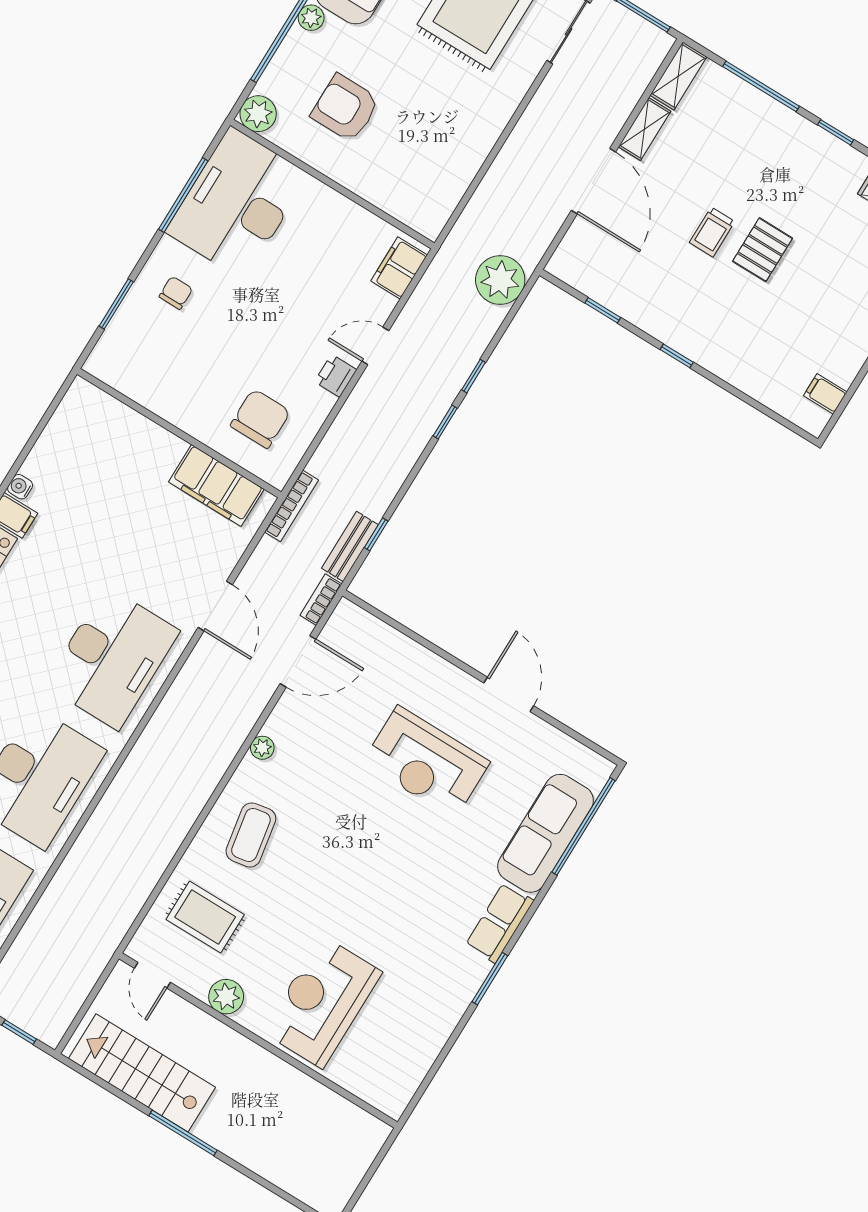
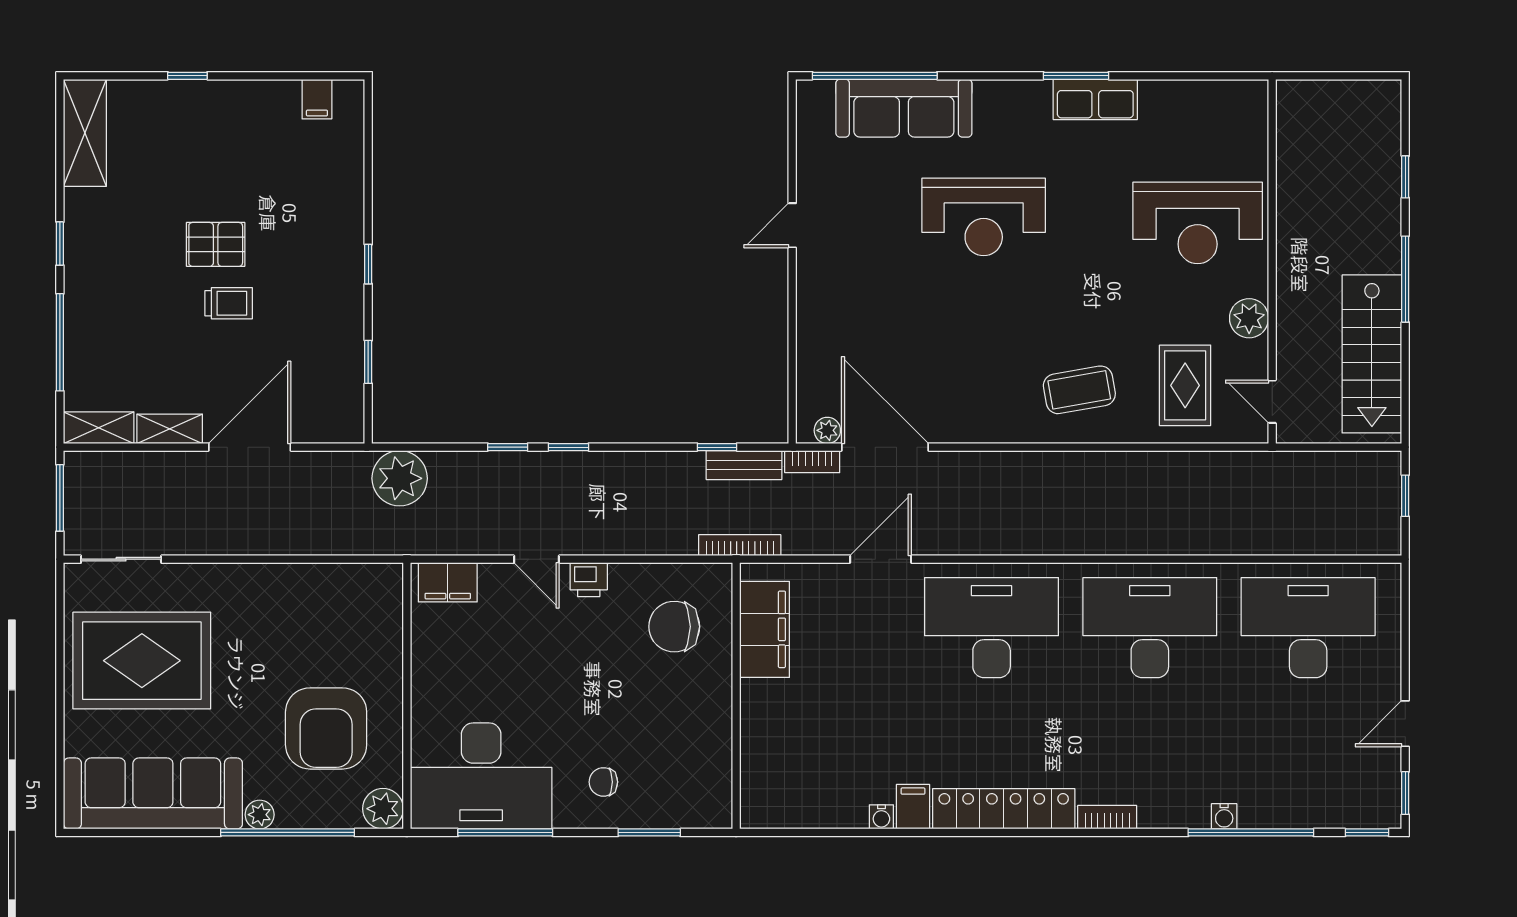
armchair: (345, 108) -> (326, 728), width x1.36, depth x1.36
door: (298, 661) -> (885, 447), width x1.36
door: (509, 694) -> (792, 225), width x0.73
plant: (262, 748) -> (827, 430), moved
reception desk: (426, 762) -> (984, 217), moved, turned 90
row of seats: (500, 923) -> (1095, 99), moved
door: (152, 975) -> (1272, 402), swing flipped
window: (260, 1180) -> (1405, 177), added

